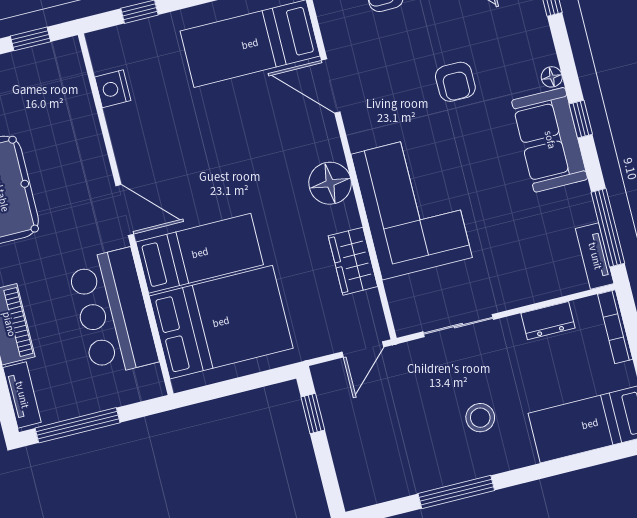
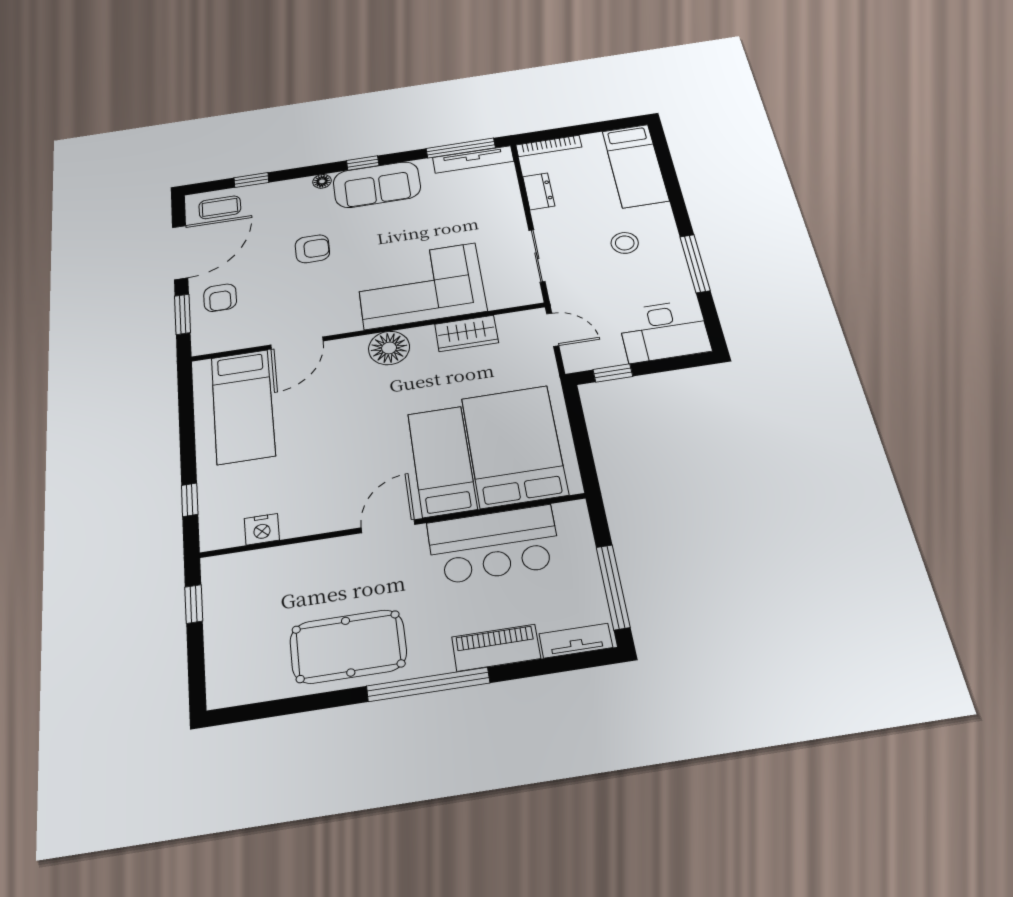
tv unit: (595, 256) -> (473, 159), width x1.41
desk: (367, 462) -> (664, 331), added

